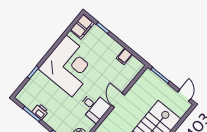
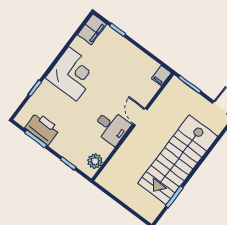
filing cabinet: (124, 56) -> (161, 76), moved
corner desk: (69, 66) -> (73, 74), width x0.74, depth x0.74
printer: (40, 112) -> (42, 129), width x1.87, depth x1.48

